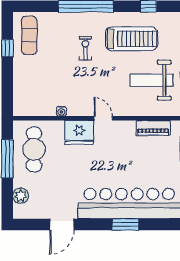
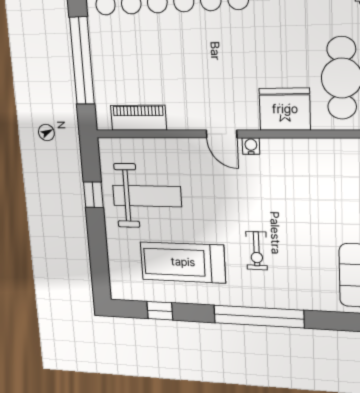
water cooler: (61, 111) -> (251, 146), moved
fridge: (79, 132) -> (285, 109), moved

